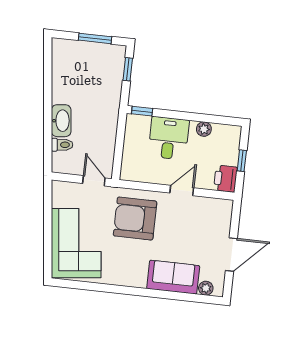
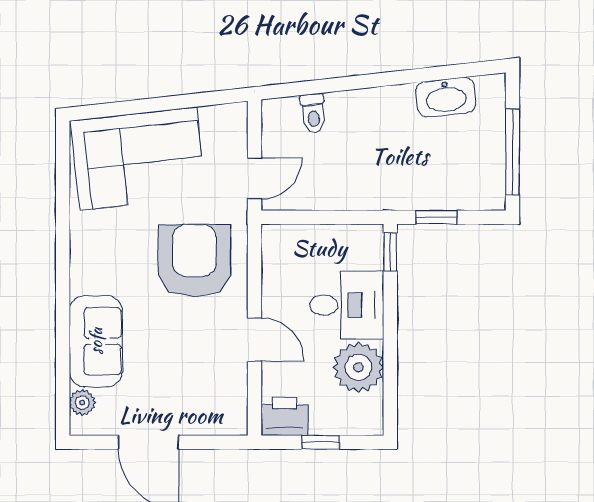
window: (95, 38) -> (513, 152), width x1.44
window: (128, 69) -> (436, 217), moved
washbasin: (61, 121) -> (446, 97), moved
plant: (204, 129) -> (358, 367), width x1.88, depth x1.88

